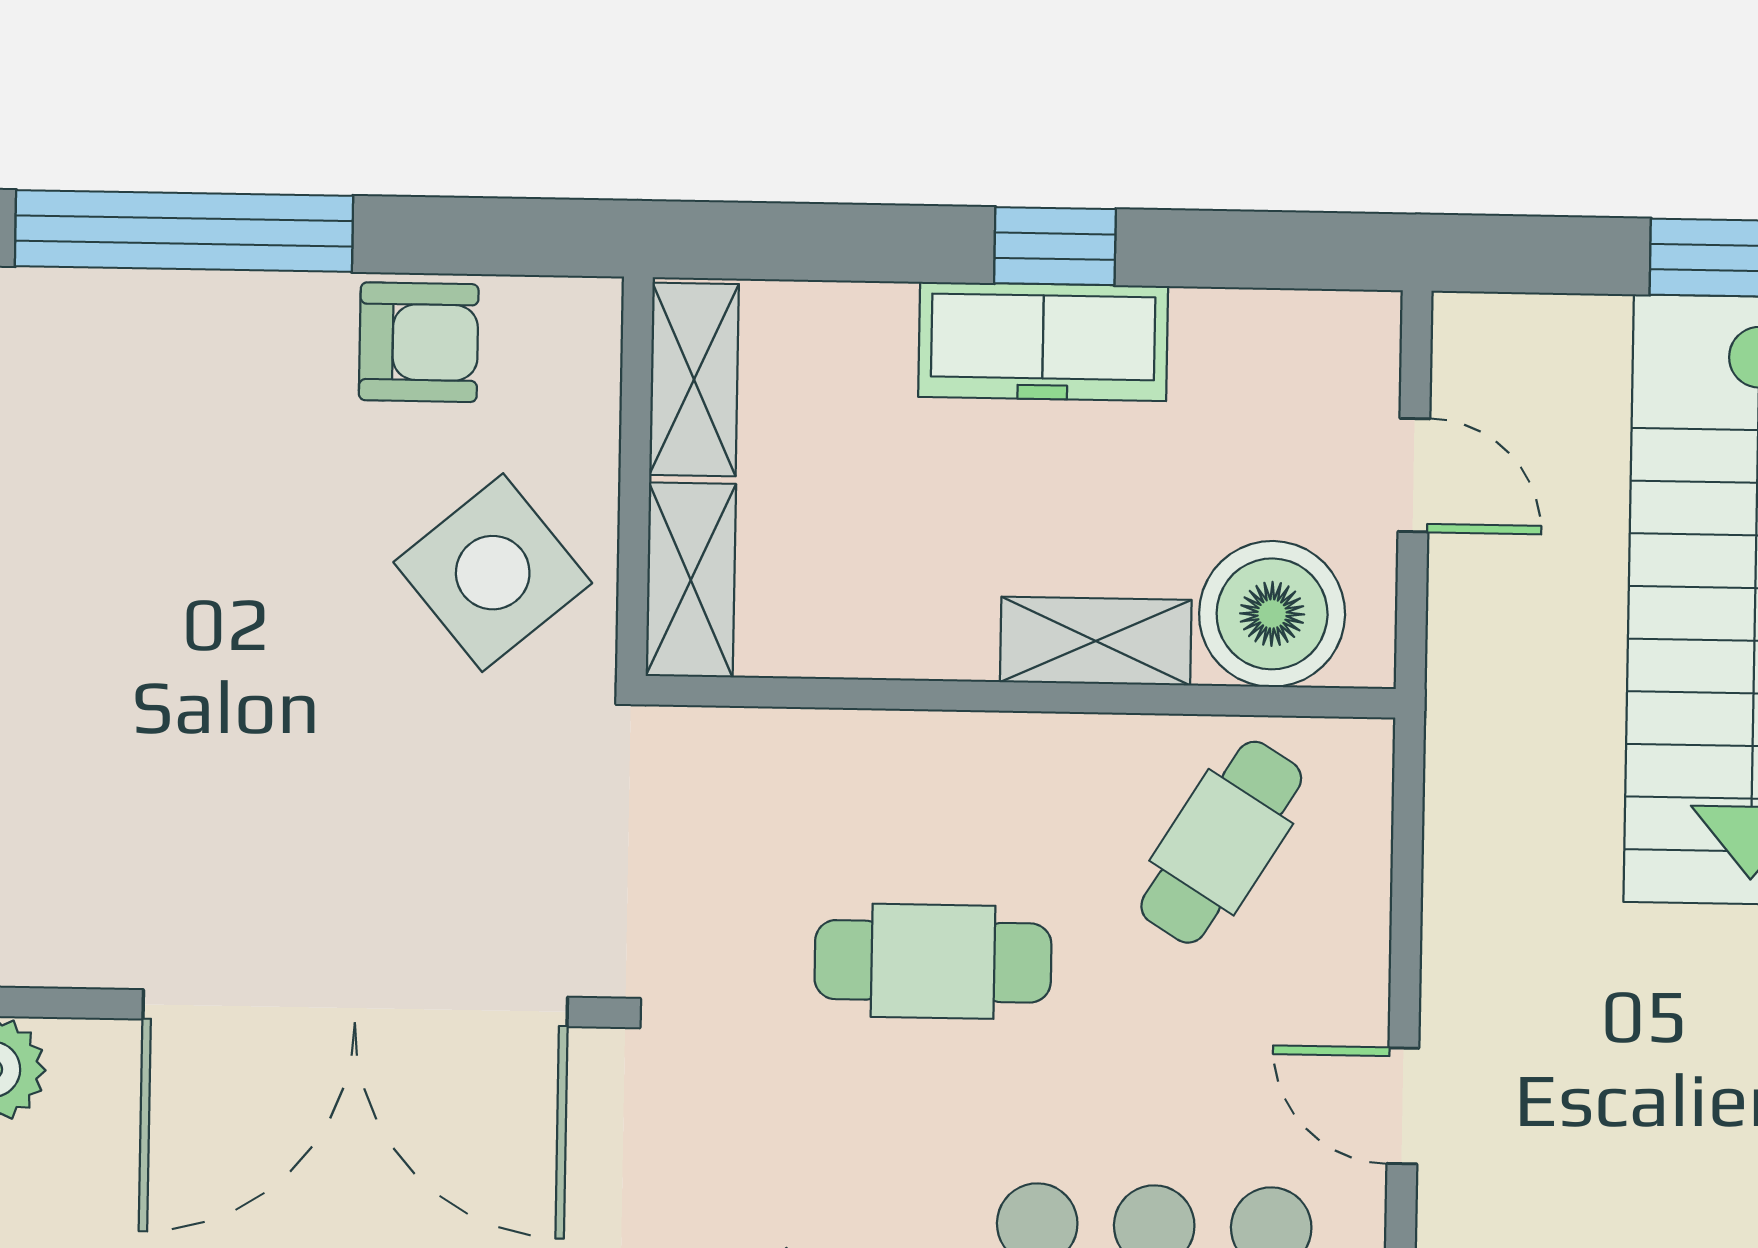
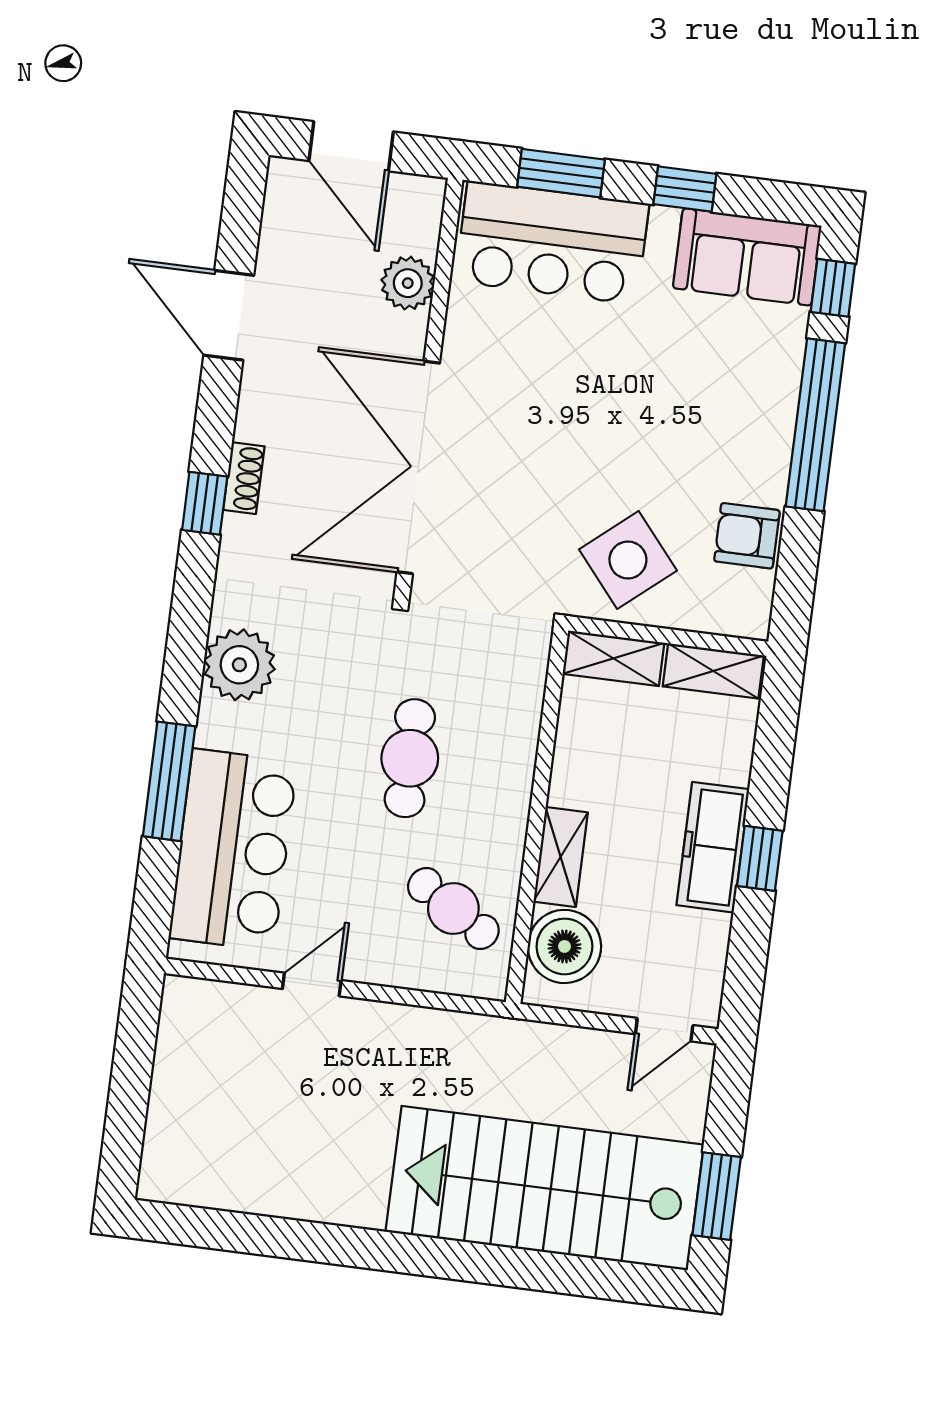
armchair: (419, 342) -> (747, 536), turned 90
door: (1414, 475) -> (664, 1030), moved

